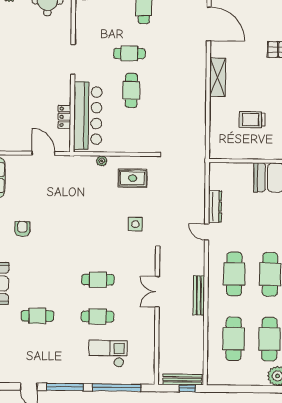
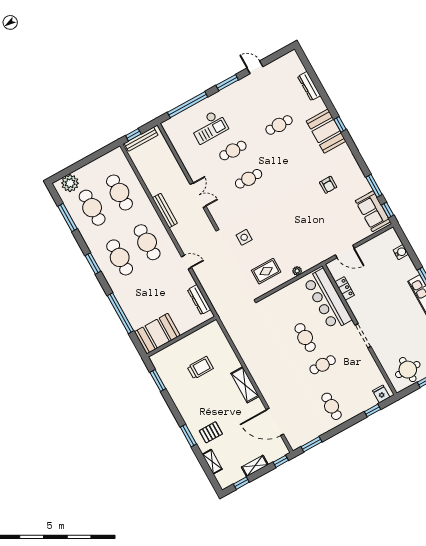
dresser: (215, 206) -> (199, 300), moved
window: (65, 387) -> (227, 83), width x0.69

